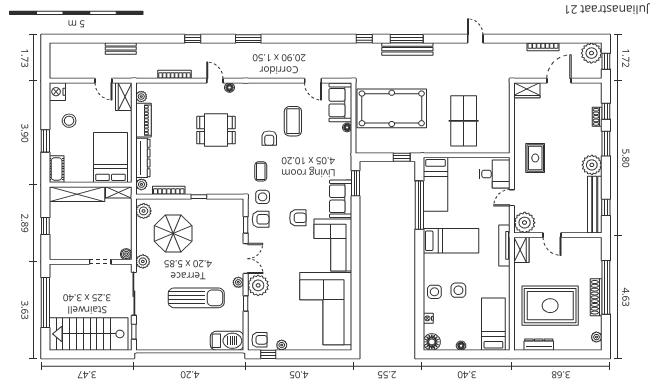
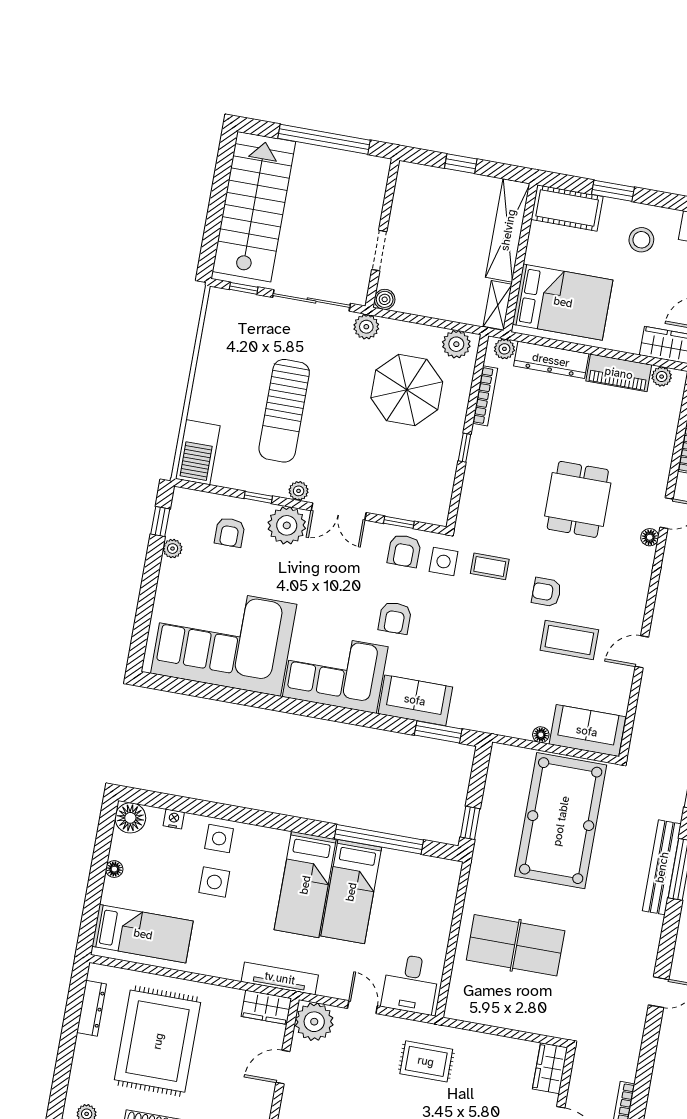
door: (313, 81) -> (642, 652), moved
cot: (57, 169) -> (567, 208), width x1.37, depth x1.34
bed: (436, 184) -> (351, 892), moved, turned -90
armchair: (259, 340) -> (230, 532), moved

